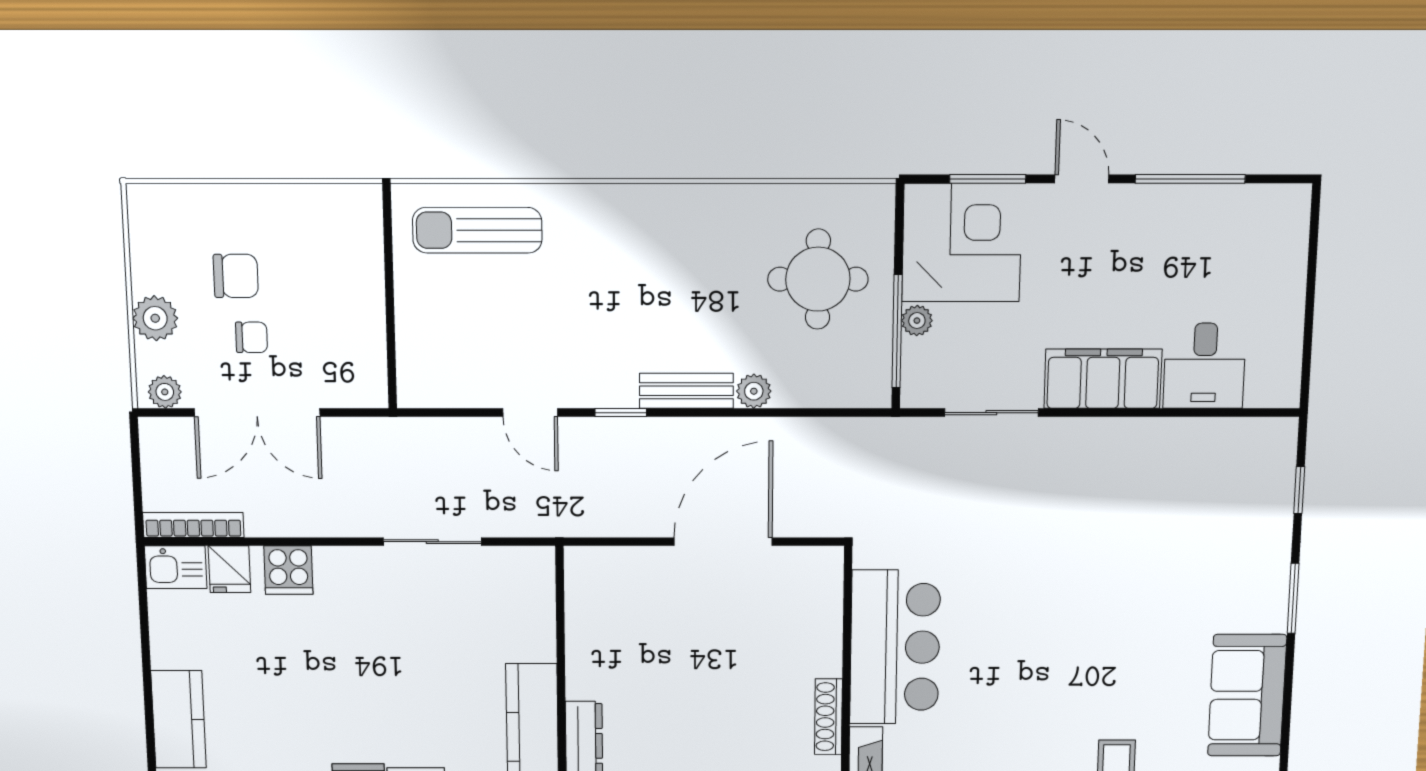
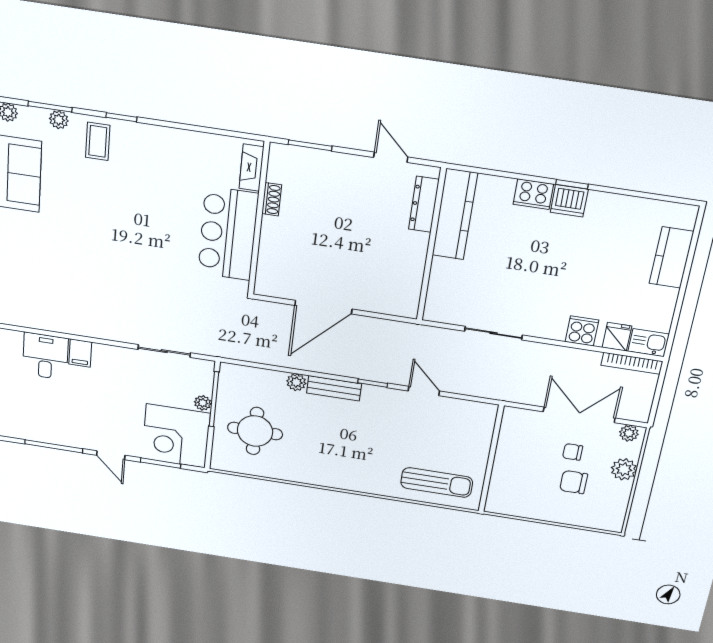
filing cabinet: (1103, 379) -> (80, 353), width x0.33, depth x0.86
shoe rack: (828, 717) -> (272, 199), width x0.70

